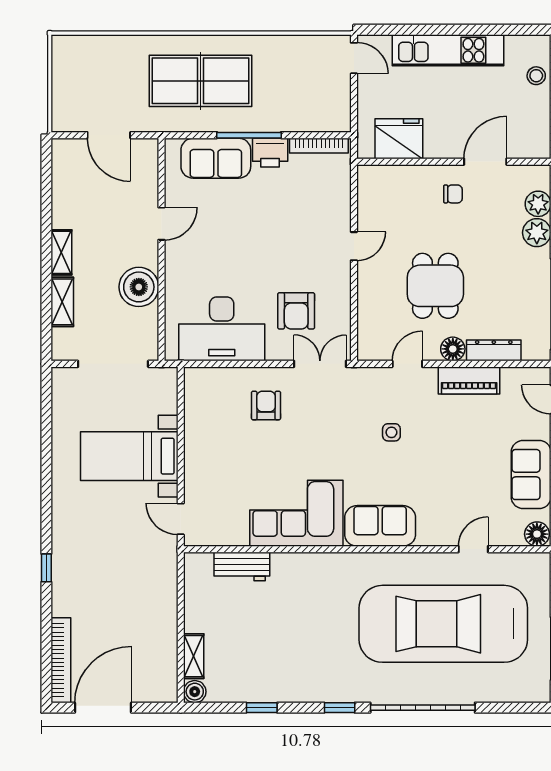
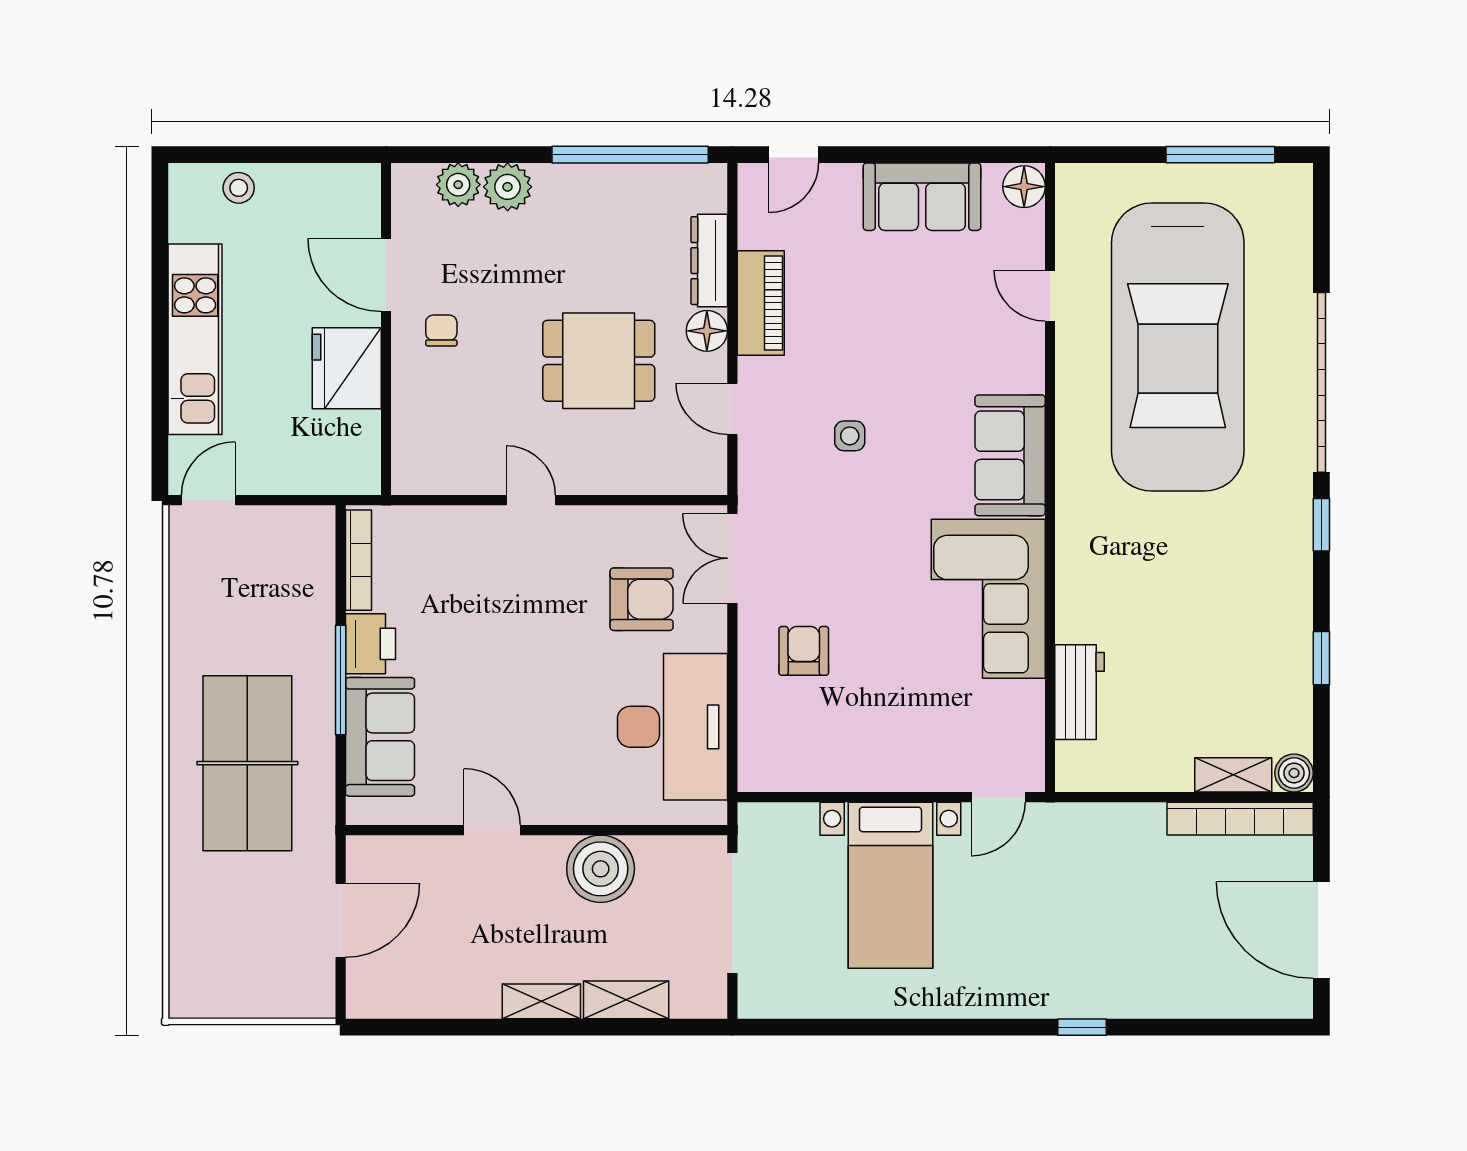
fridge: (399, 139) -> (347, 368), moved
armchair: (266, 406) -> (804, 651), turned 90
bookcase: (61, 660) -> (1240, 819), moved, turned 180

